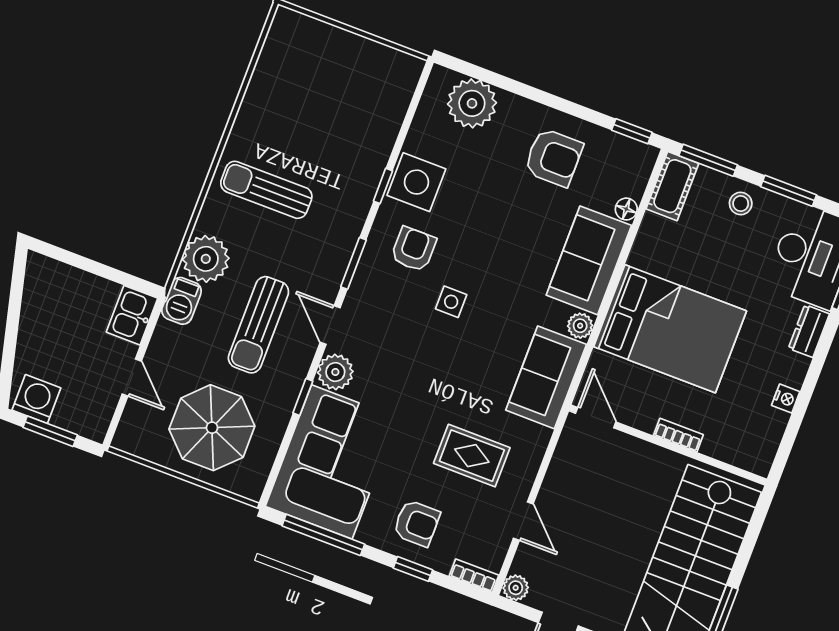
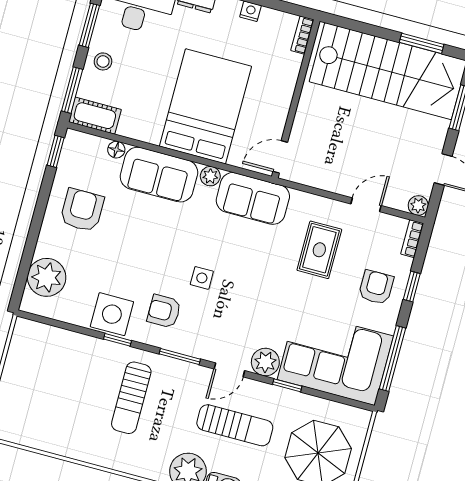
sun lounger: (266, 190) -> (131, 398), moved
bookcase: (678, 435) -> (302, 35), moved

